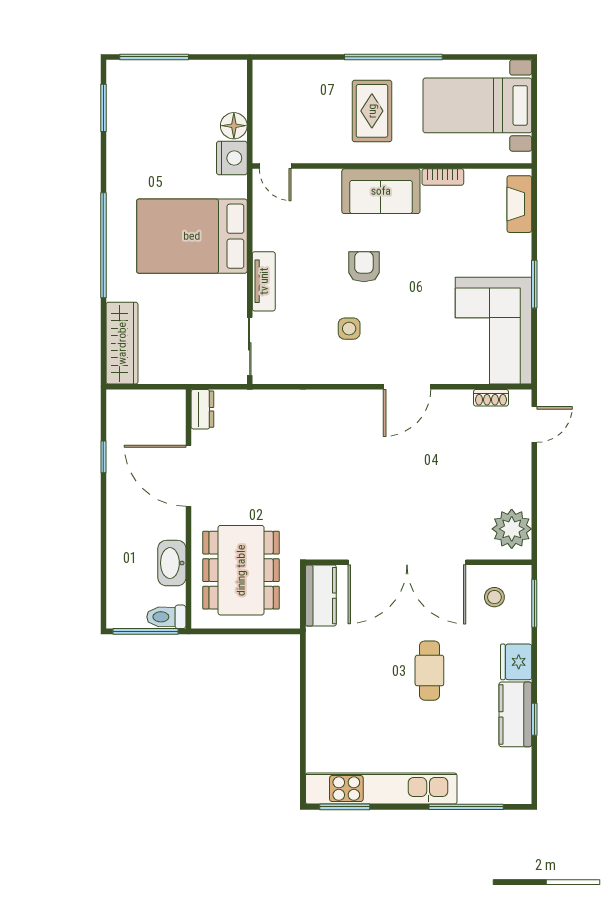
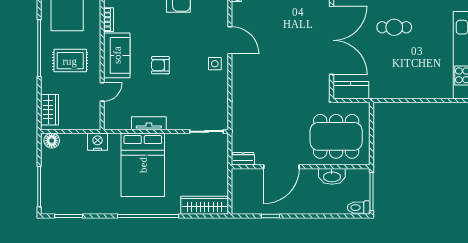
wardrobe: (287, 75) -> (49, 110), added
floor lamp: (234, 126) -> (52, 141), moved
door: (275, 166) -> (102, 92), moved
tv unit: (264, 281) -> (149, 123), moved
side table: (349, 329) -> (215, 64), moved
toilet: (166, 617) -> (359, 208), moved, turned 90

